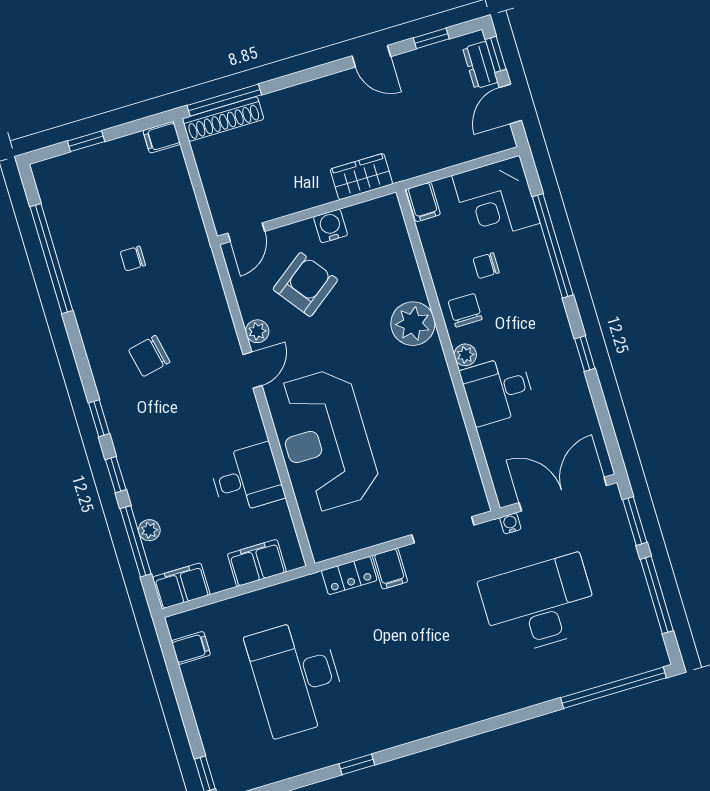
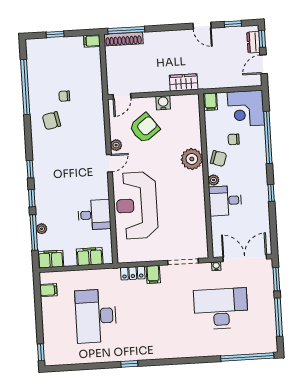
chair: (465, 310) -> (218, 158), turned 108
chair: (149, 356) -> (51, 121), moved
window: (357, 764) -> (129, 364), moved

